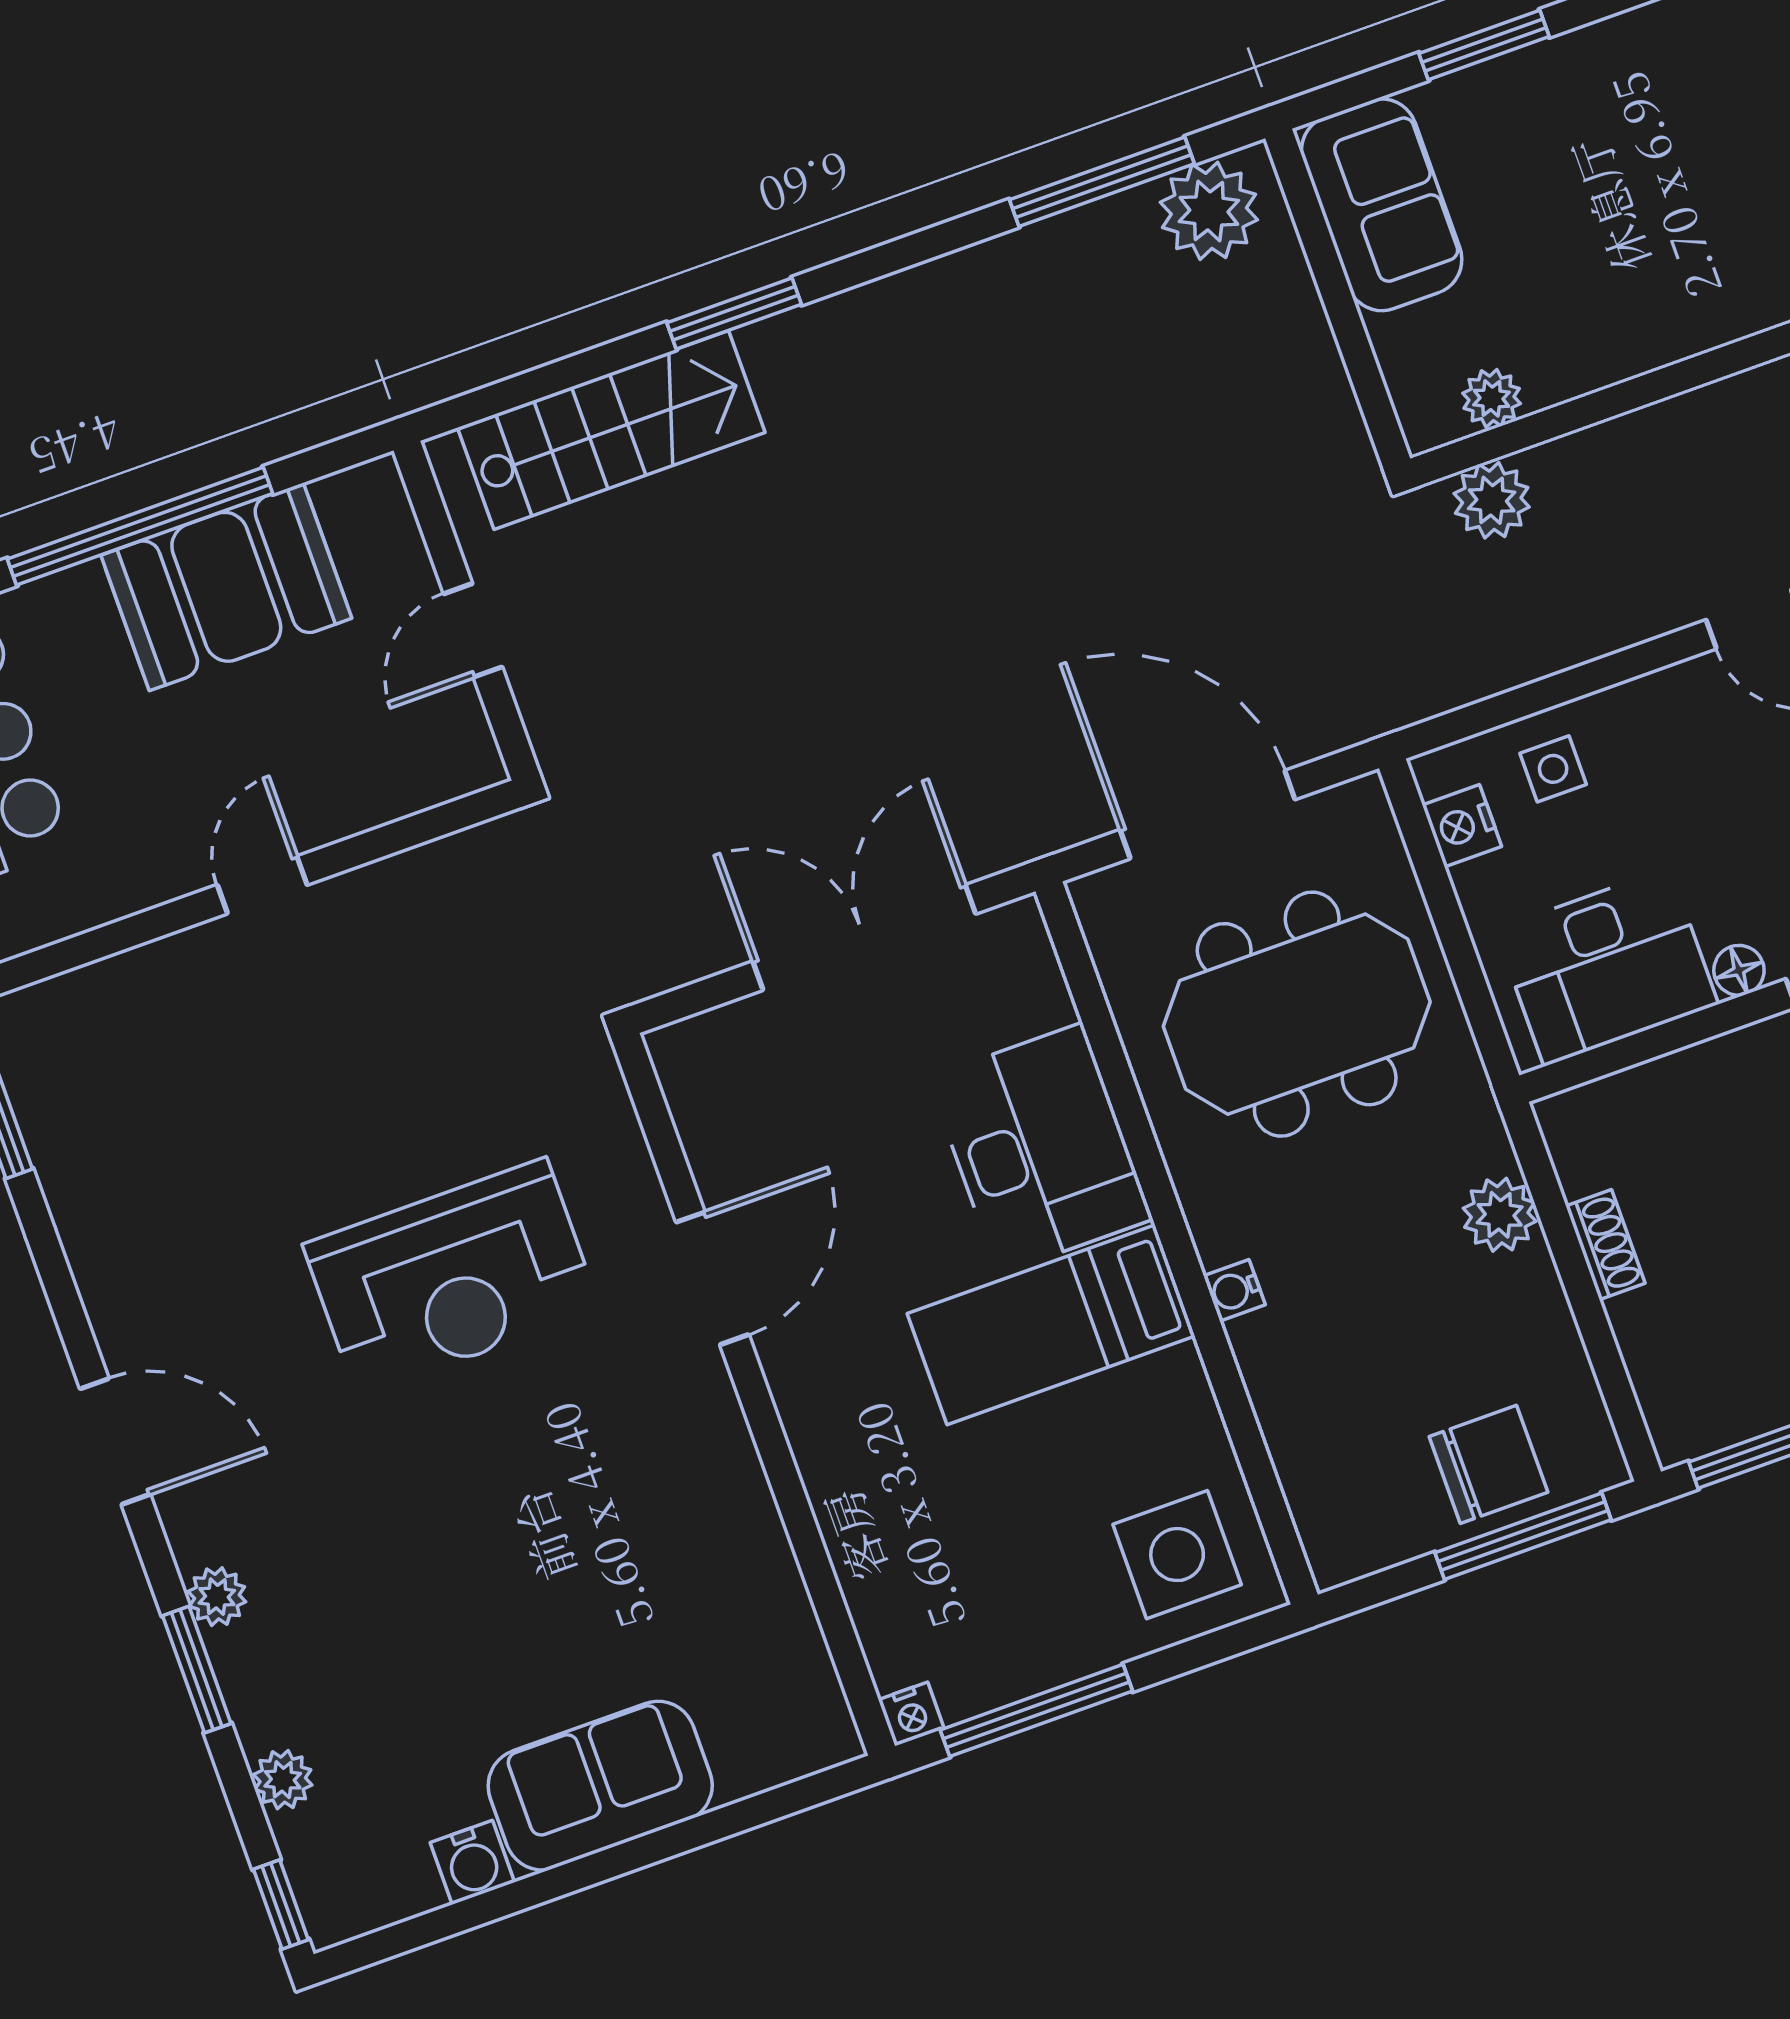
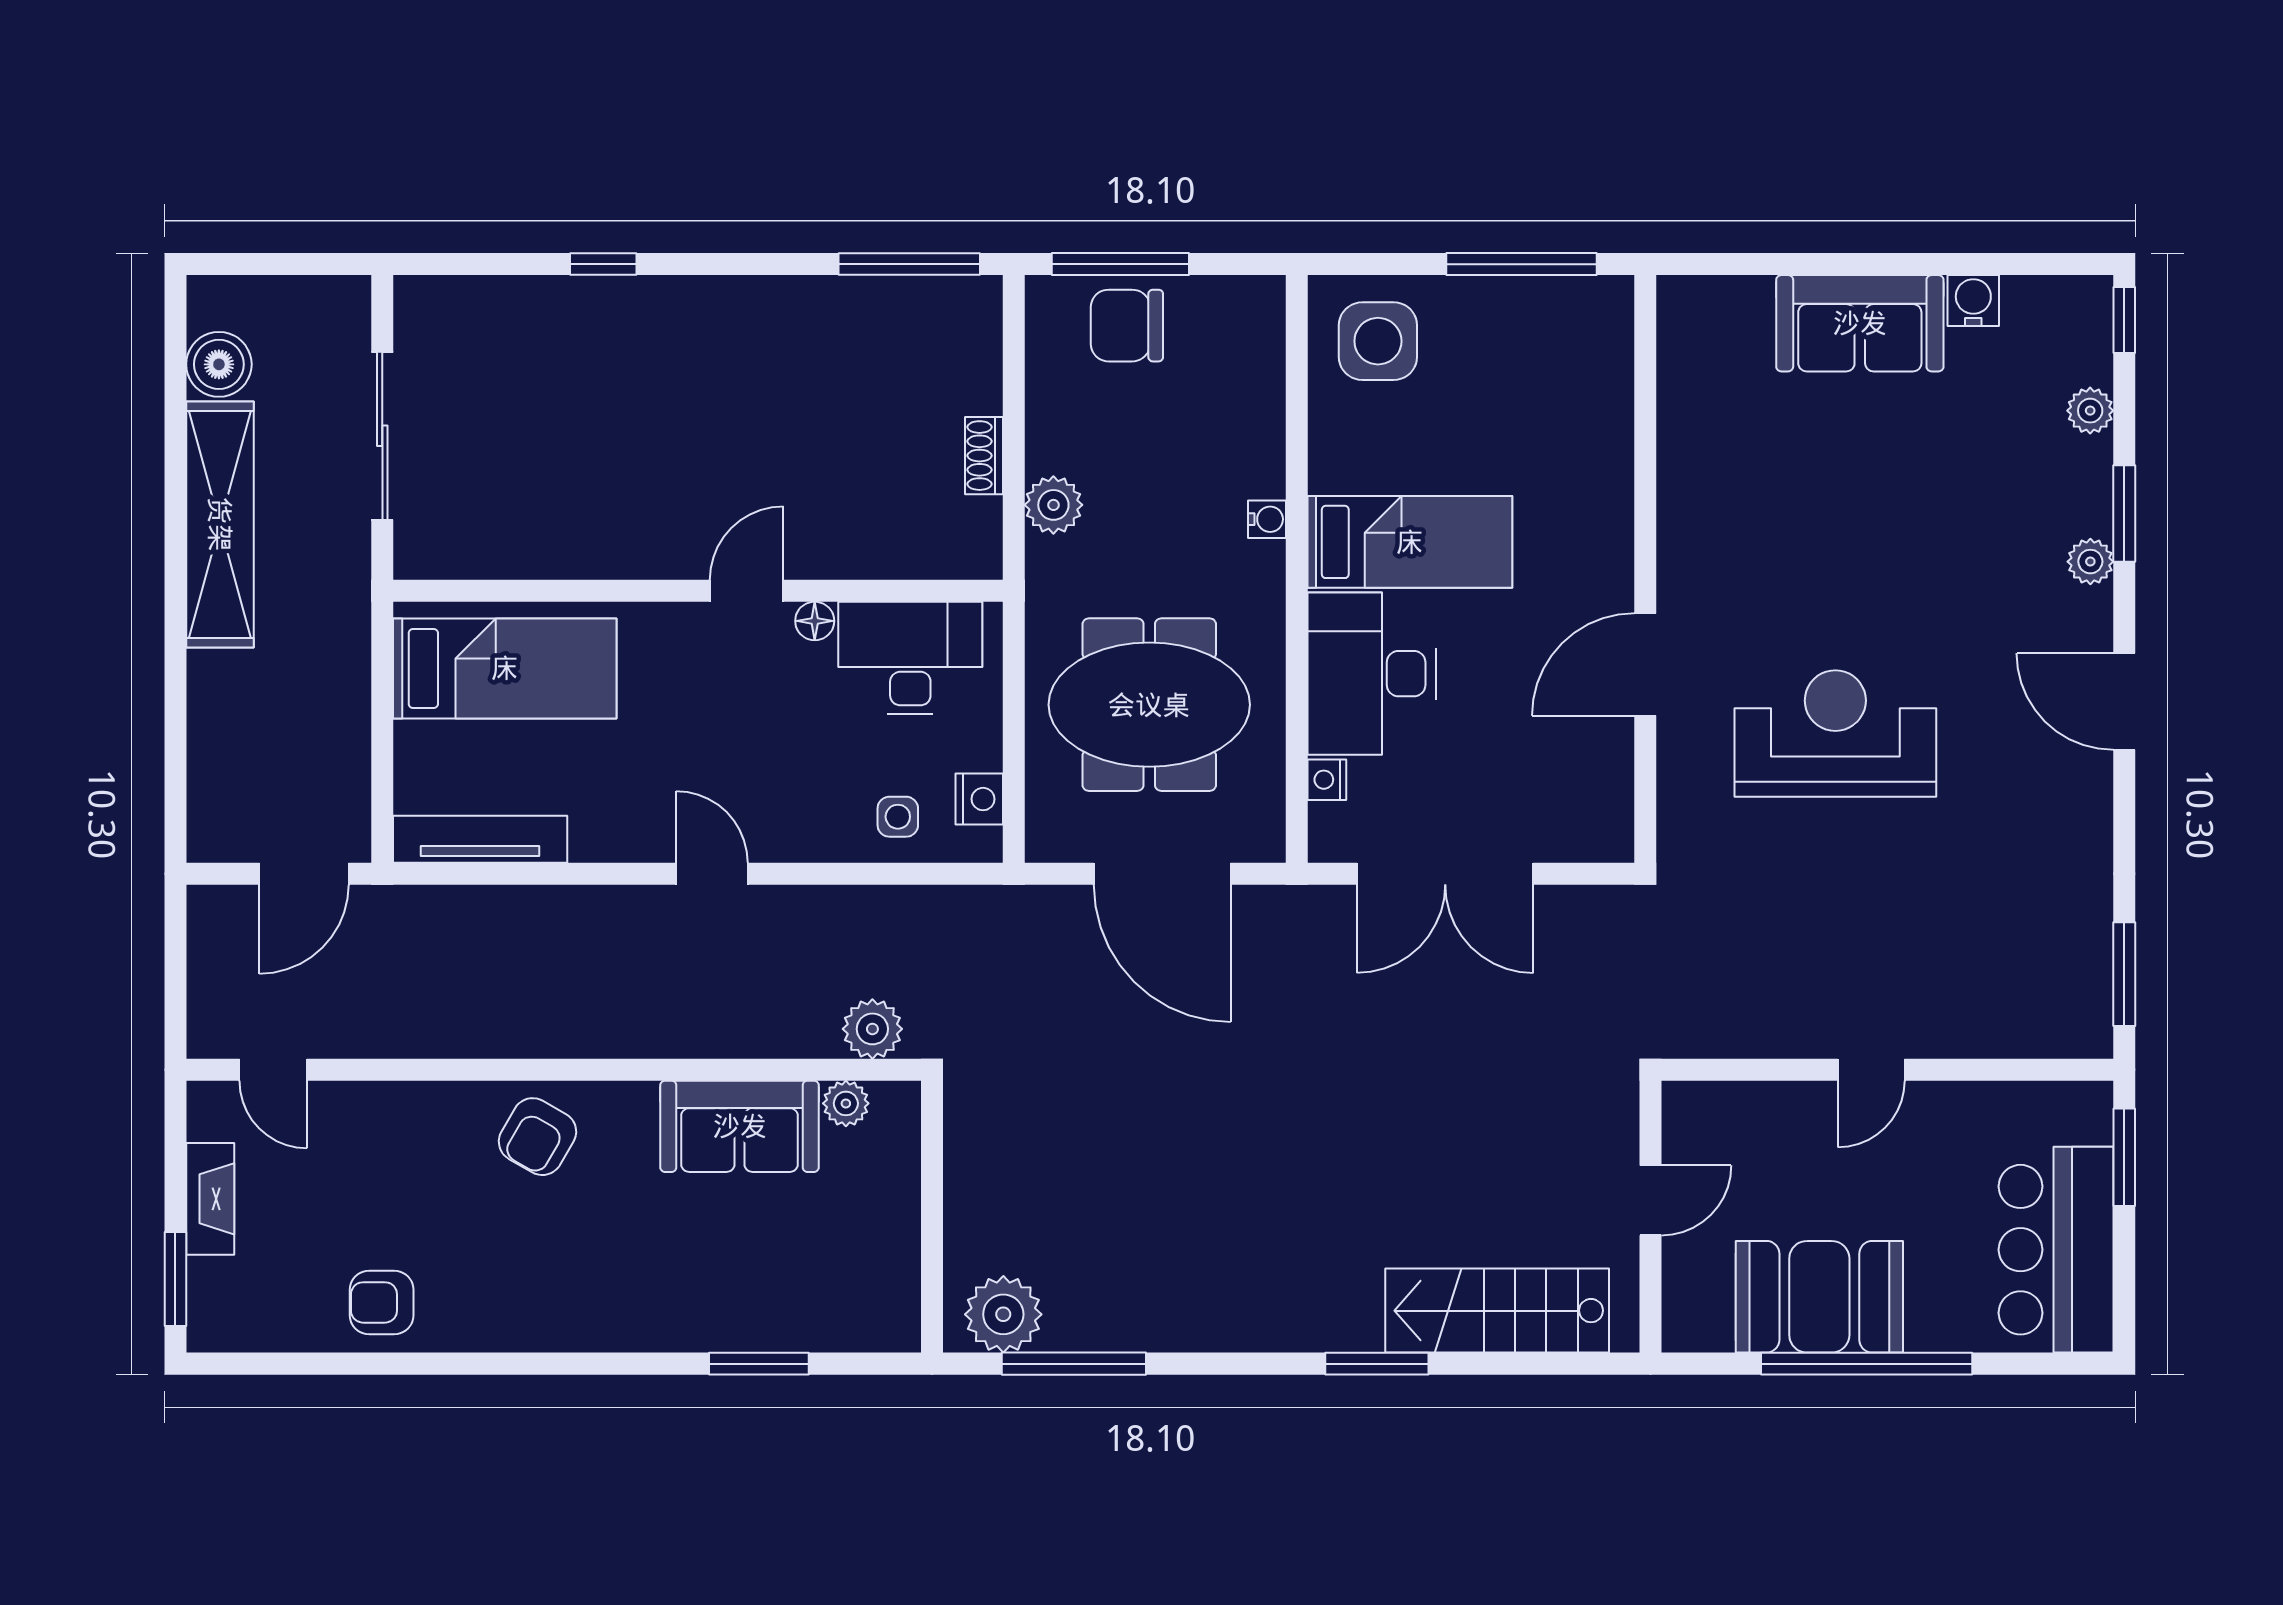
sofa: (1382, 205) -> (740, 1126), moved, turned -90
nightstand: (911, 1714) -> (1327, 780), moved, turned -90

